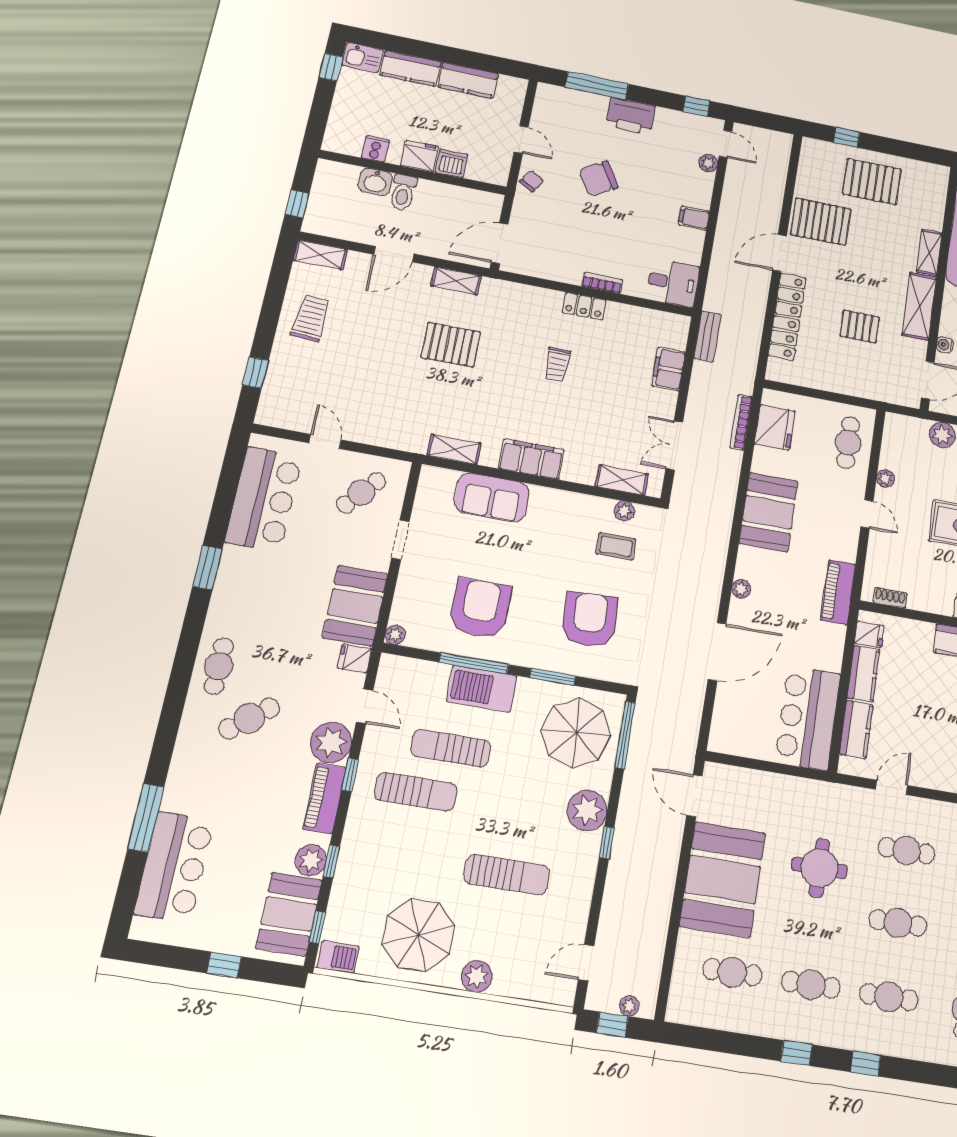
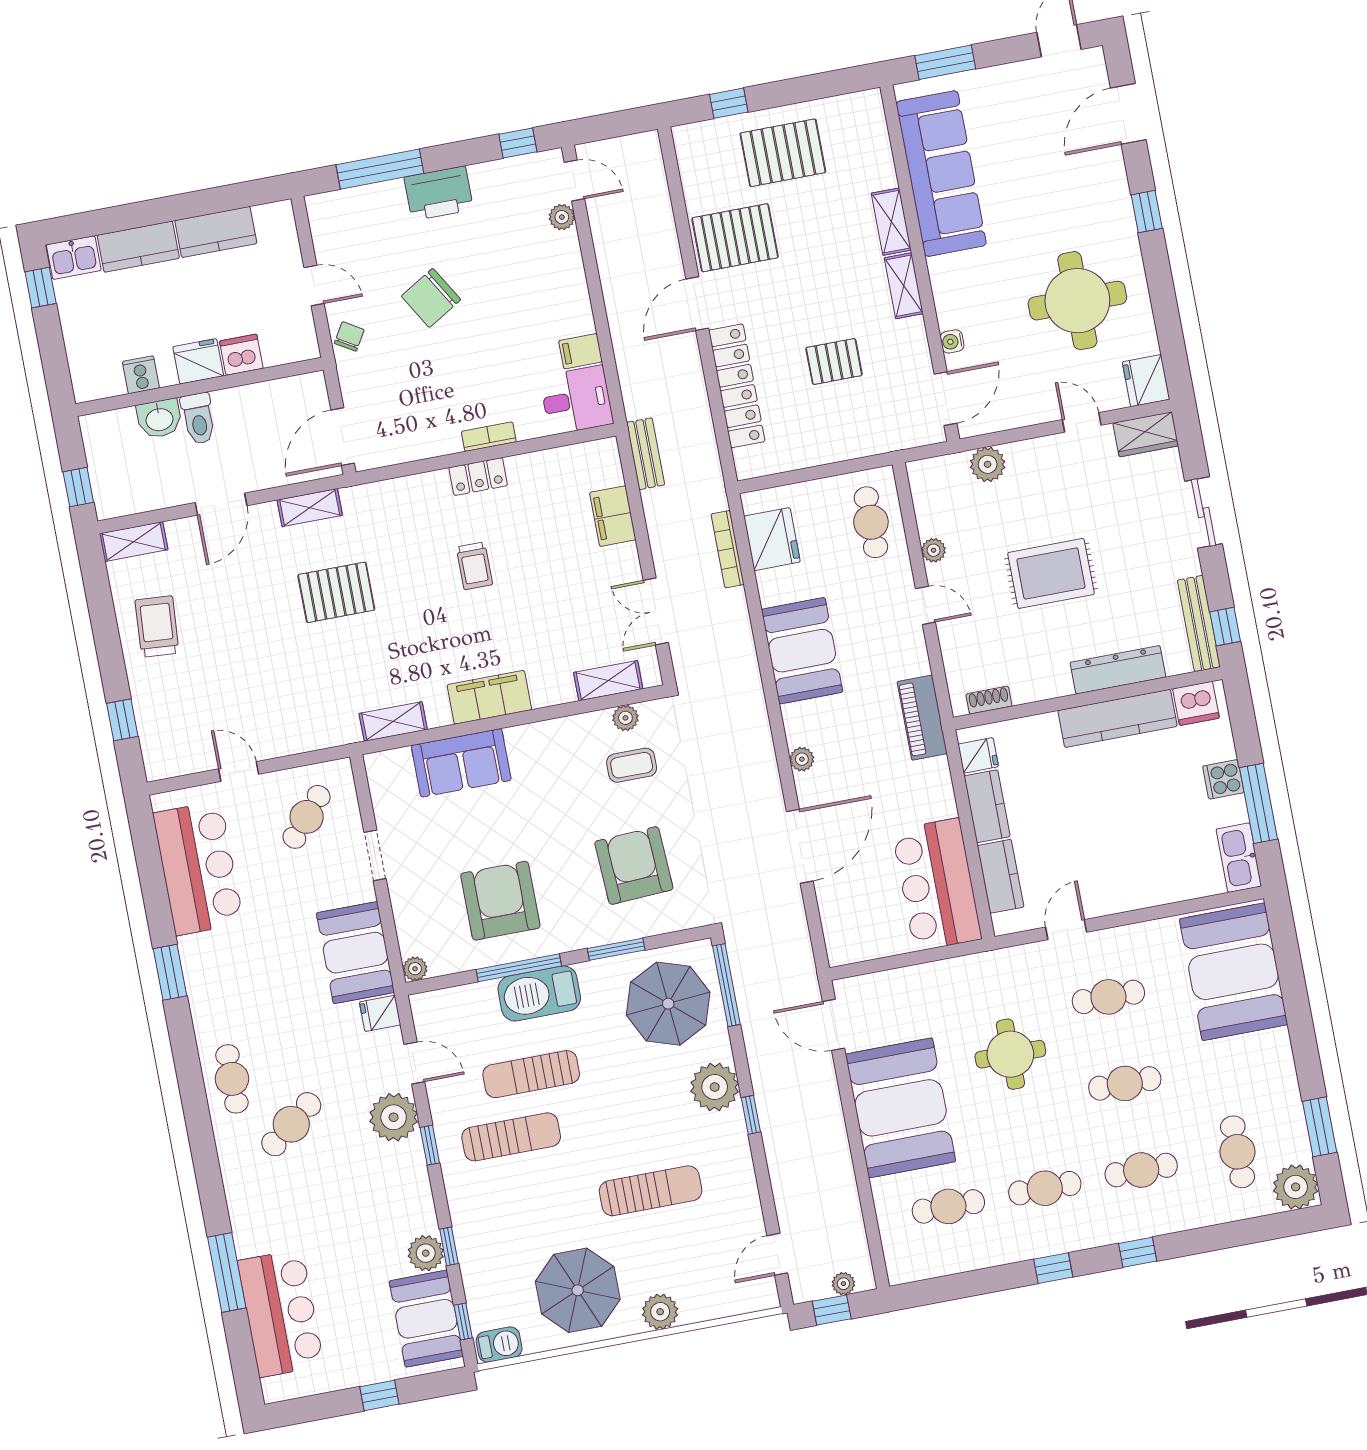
filing cabinet: (694, 218) -> (580, 351), moved
shelving: (919, 306) -> (904, 286), width x0.67, depth x0.75
piano: (324, 798) -> (412, 1181), removed

